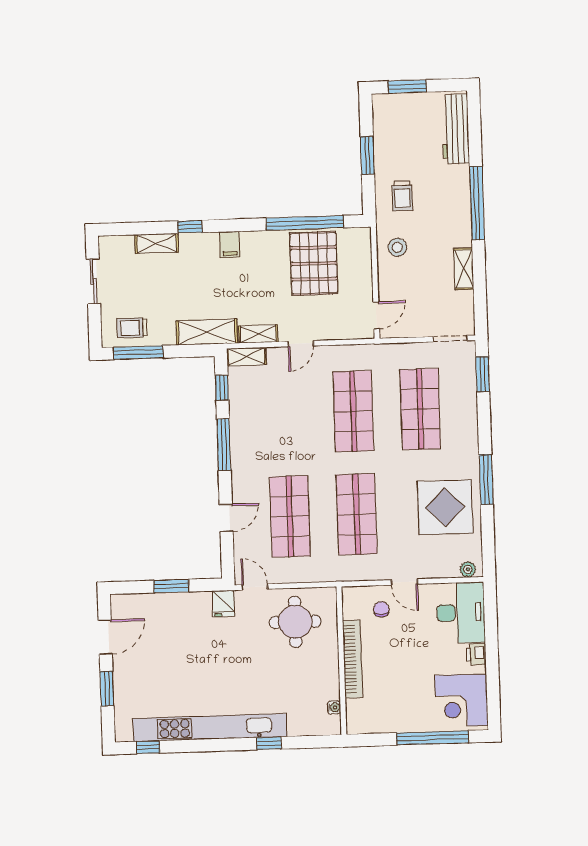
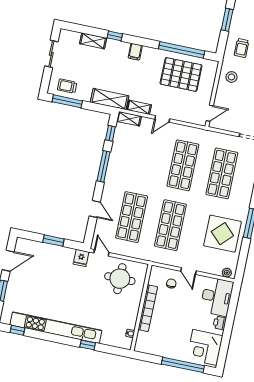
pallet: (314, 263) -> (181, 74), turned 90
door: (226, 518) -> (95, 209), hinge flipped

